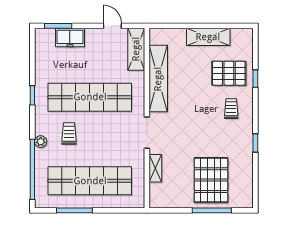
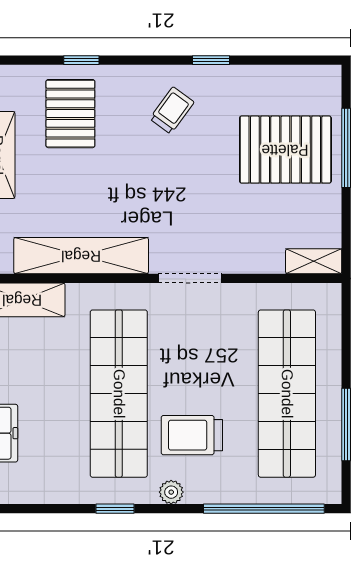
trolley: (231, 109) -> (172, 110), moved, turned 126
trolley: (69, 134) -> (192, 435), width x1.36, depth x1.39
plant: (41, 142) -> (171, 492), moved
shelving: (155, 168) -> (314, 261), moved

